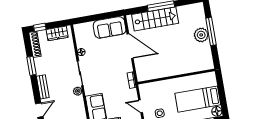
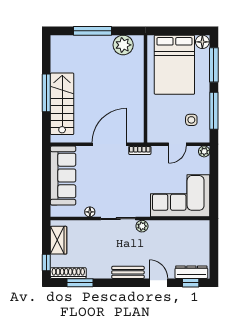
sofa: (110, 27) -> (63, 175), width x1.36
plant: (201, 35) -> (123, 45), moved
door: (130, 46) -> (109, 144), moved
window: (31, 66) -> (80, 283), moved
bed: (198, 99) -> (174, 65), width x1.50

